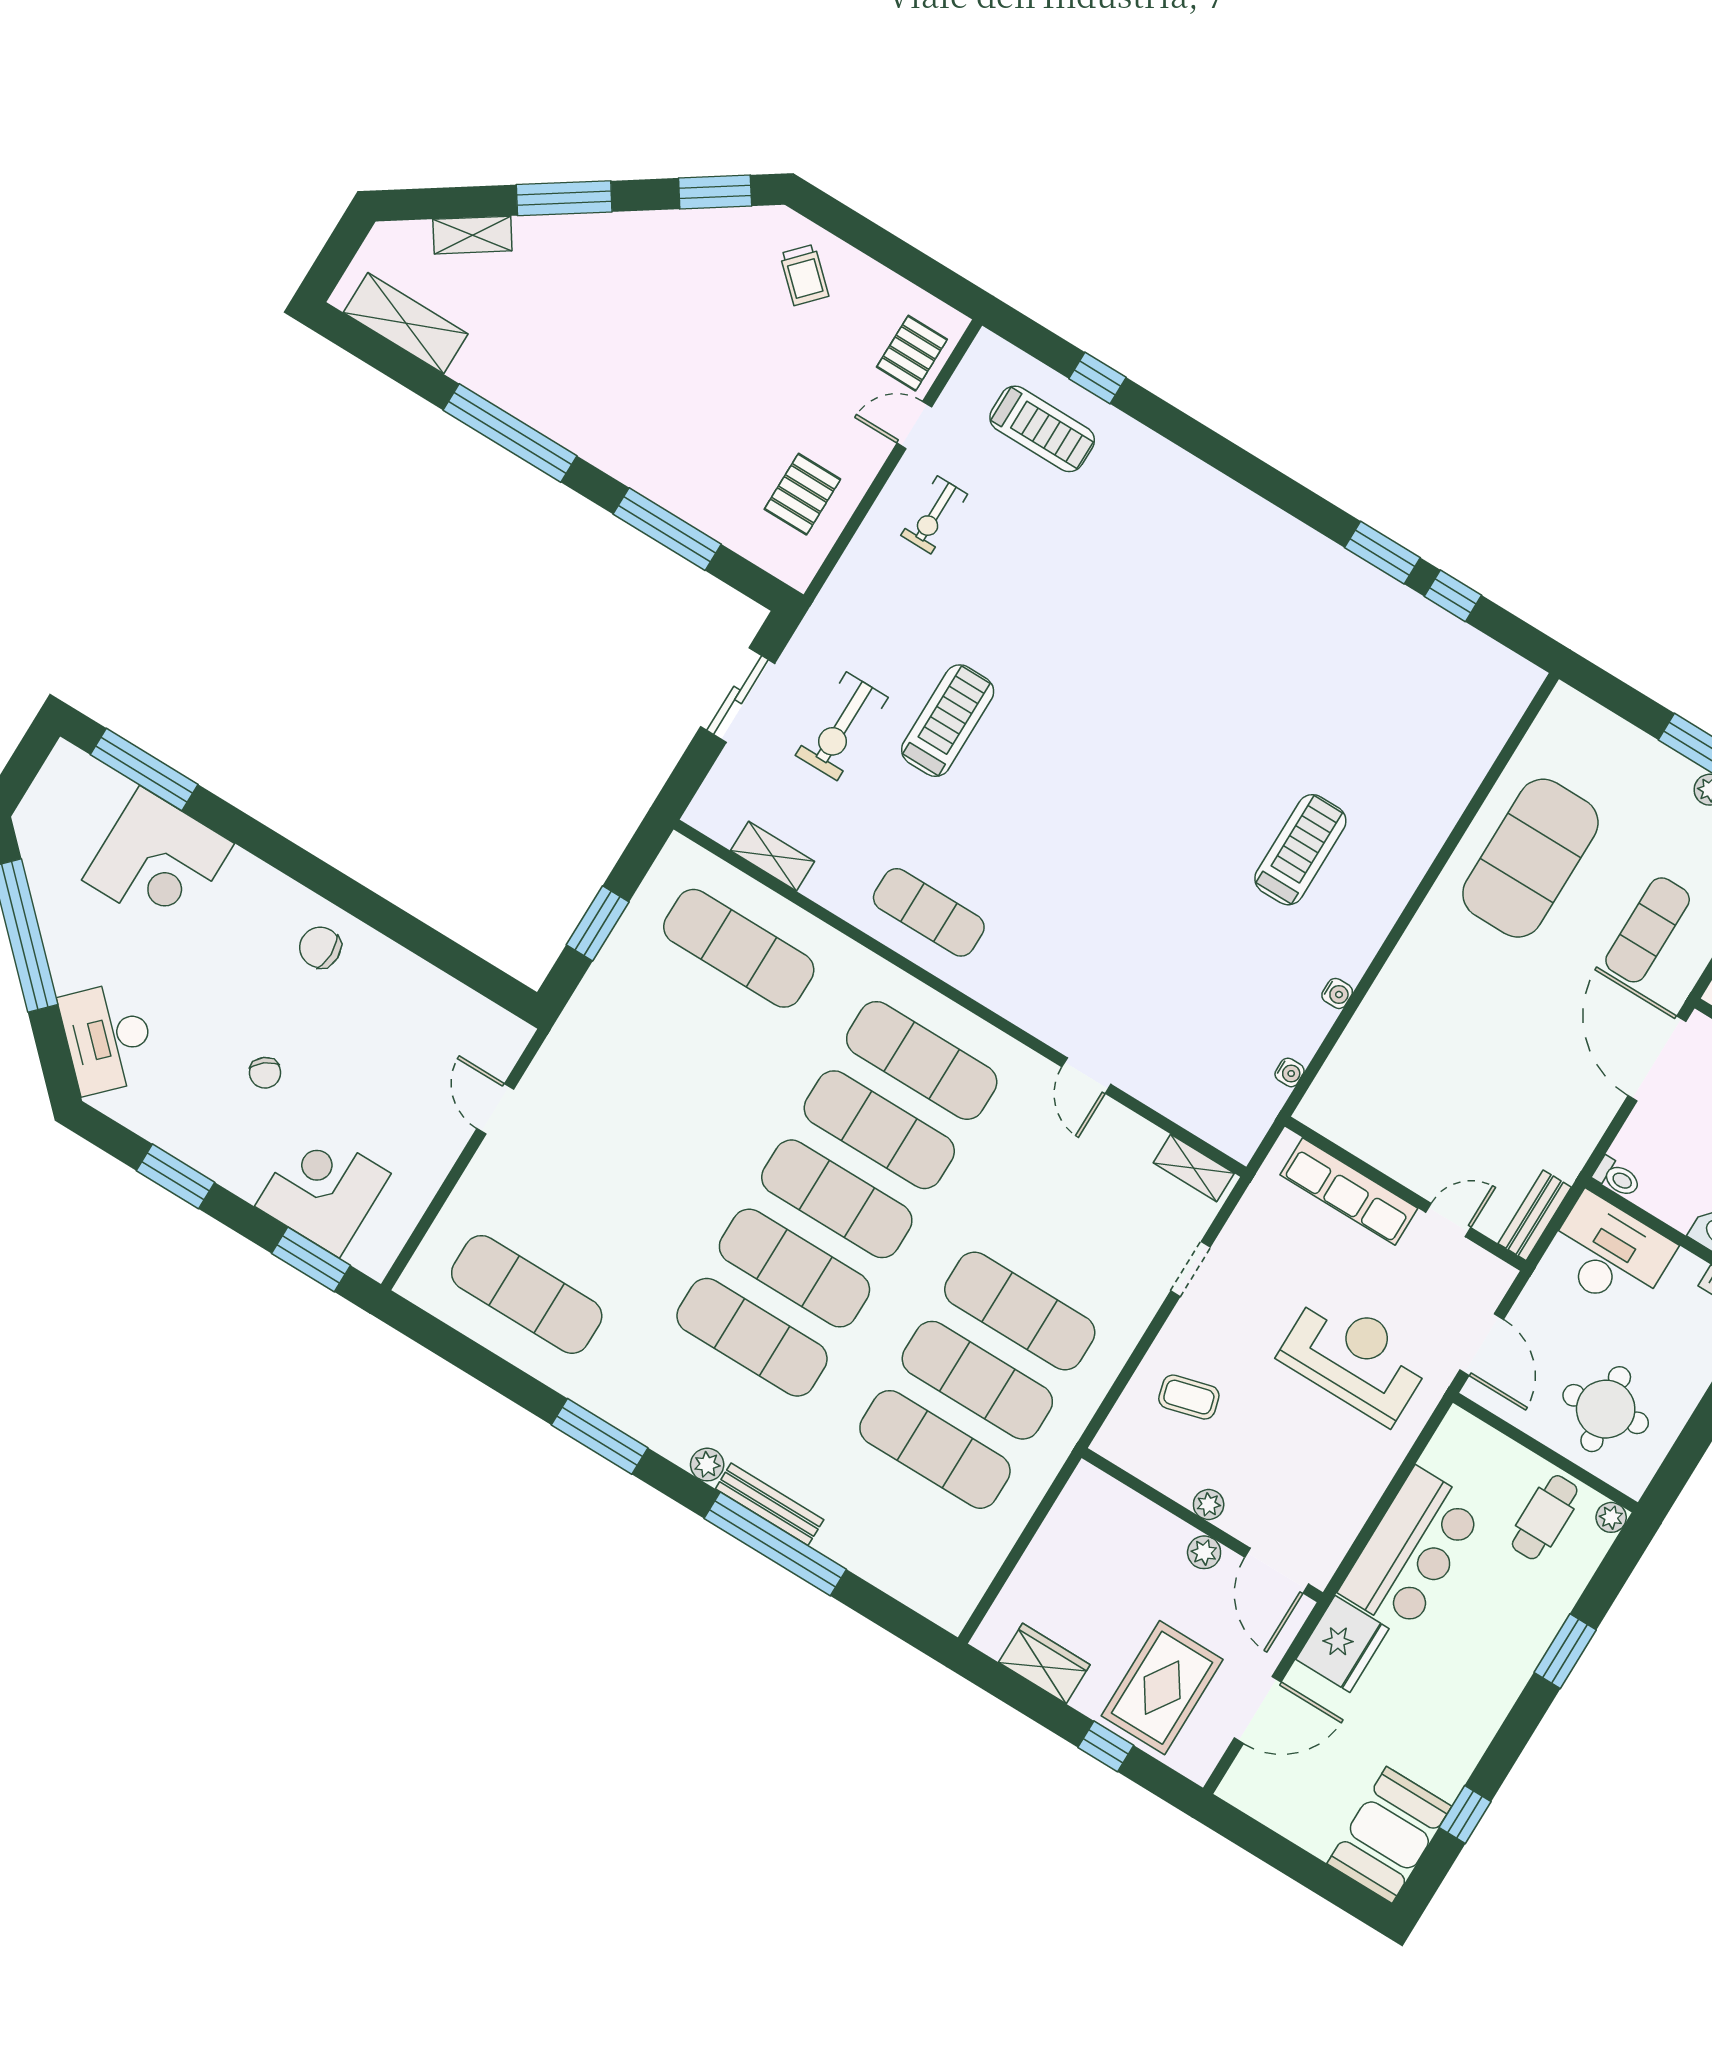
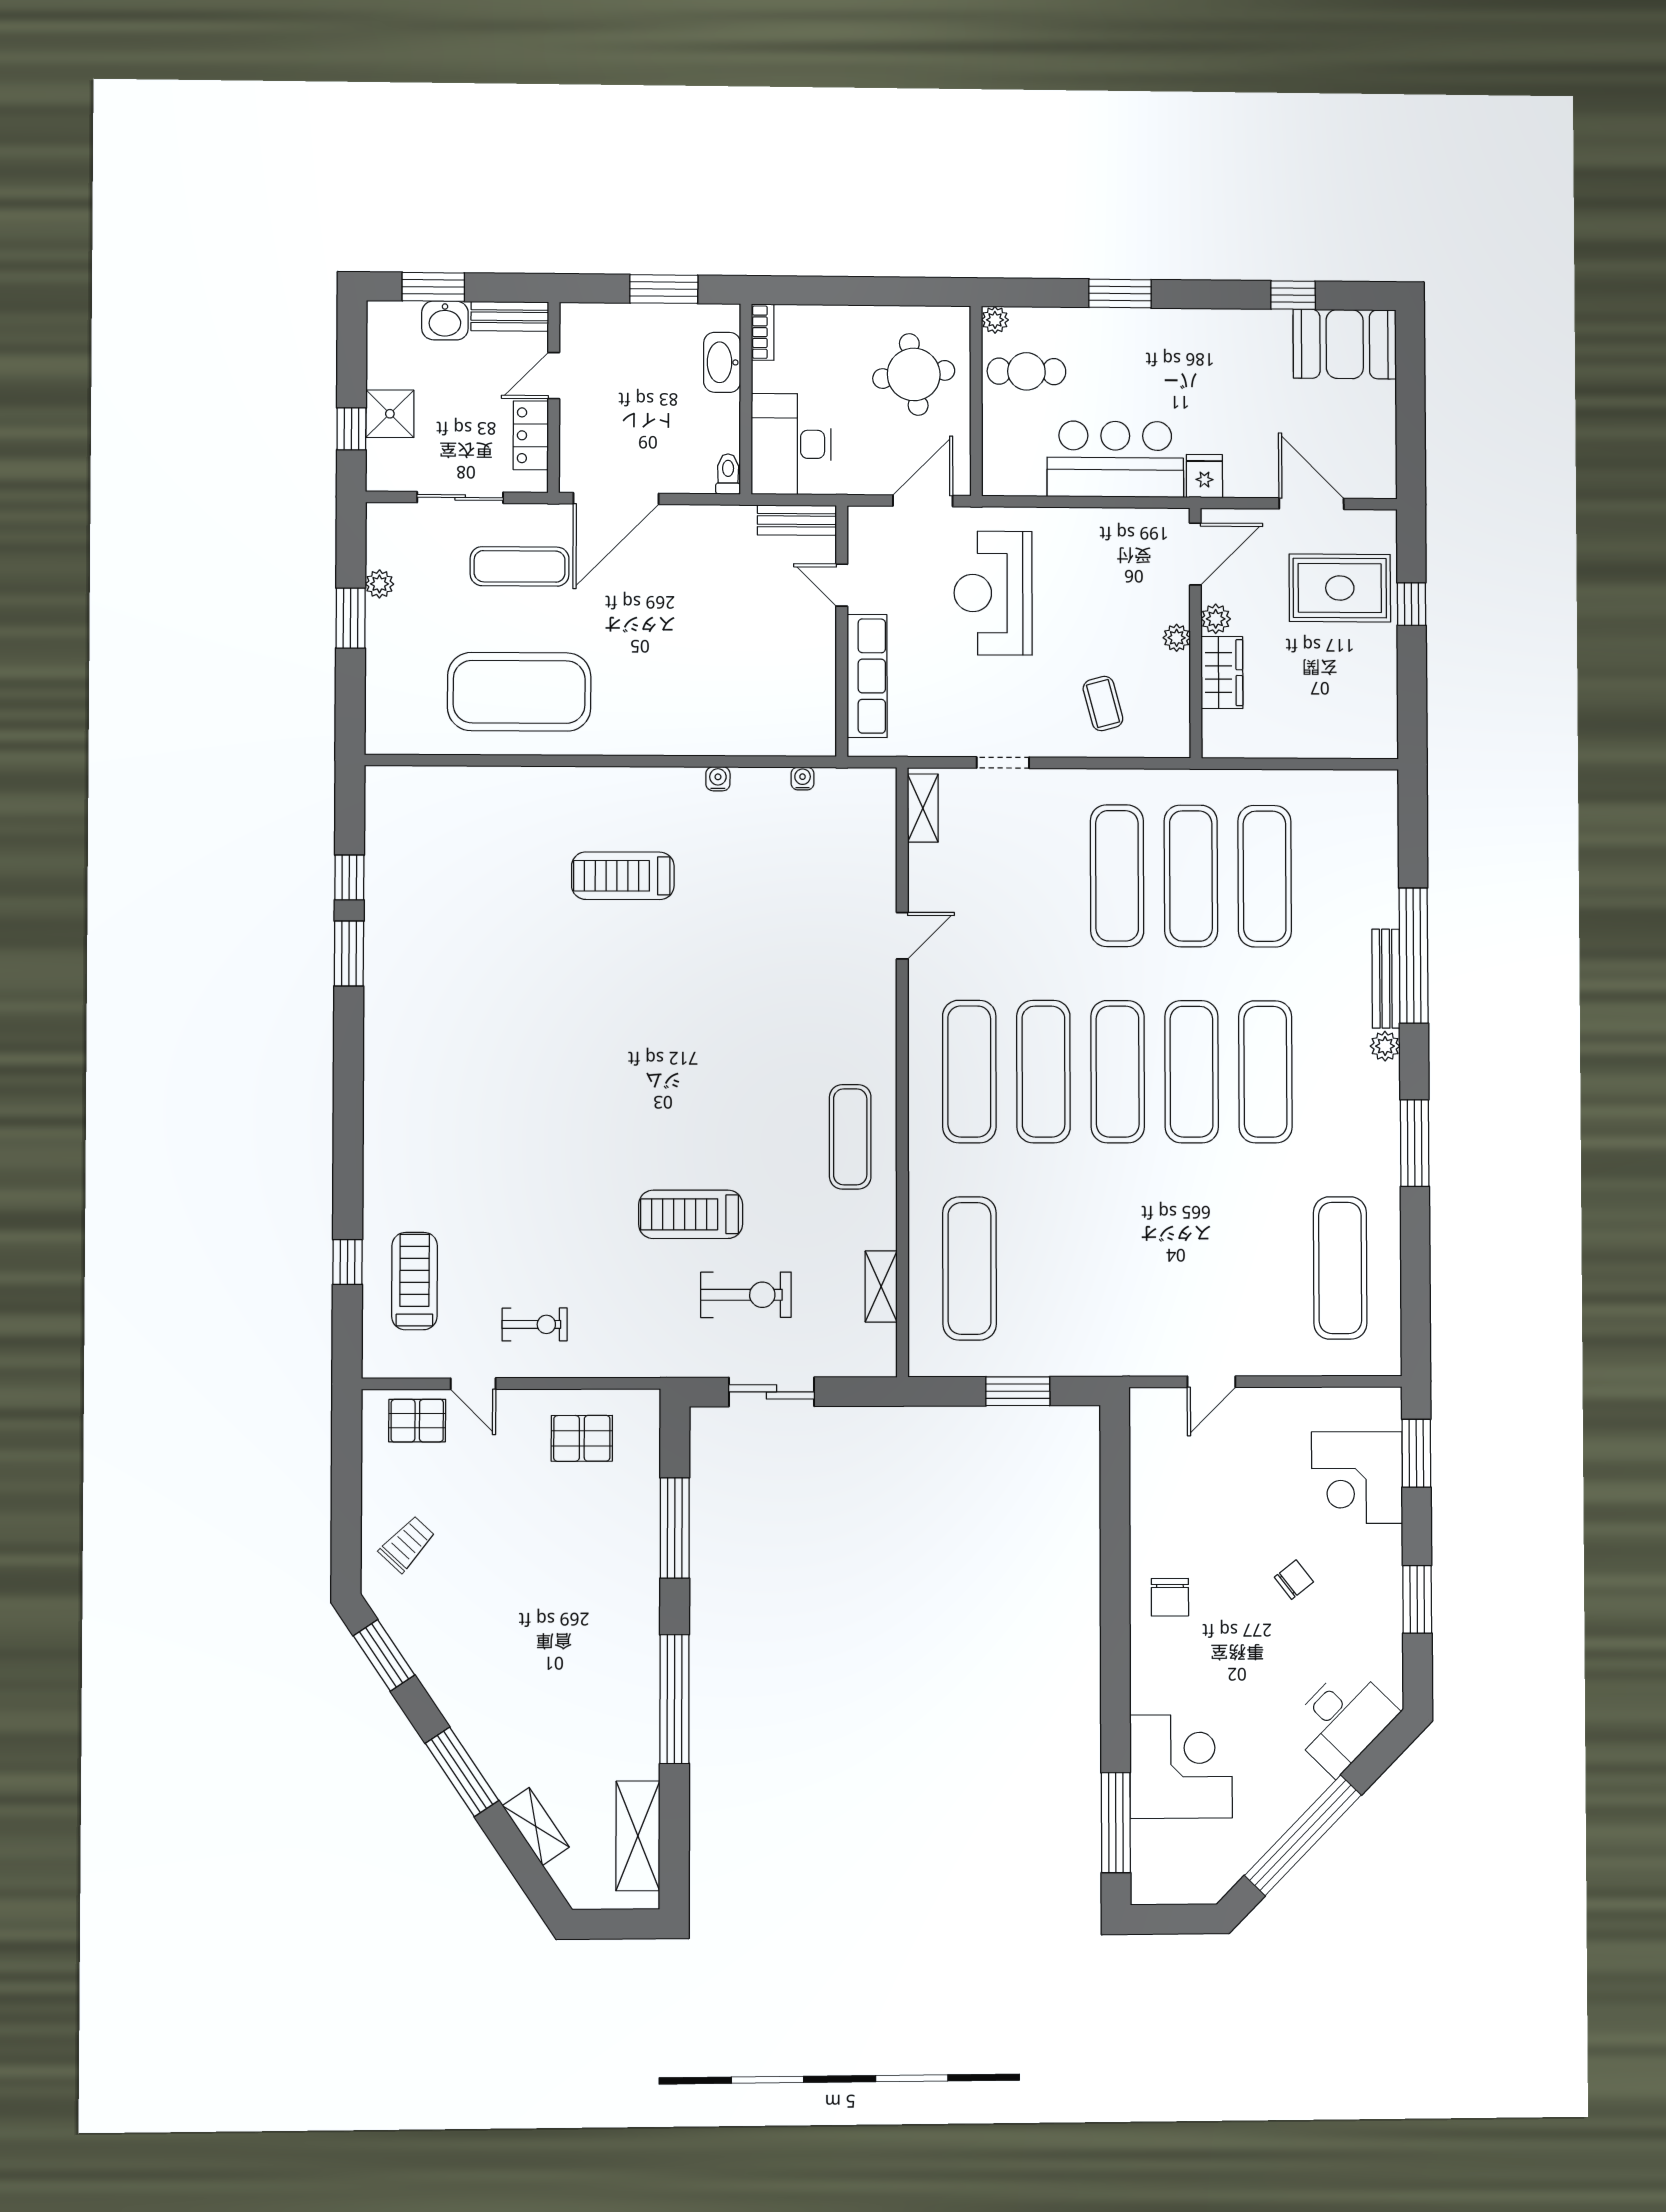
fridge: (1342, 1644) -> (1204, 476), width x0.53, depth x0.75
wardrobe: (1044, 1664) -> (1222, 673), moved, turned 180

